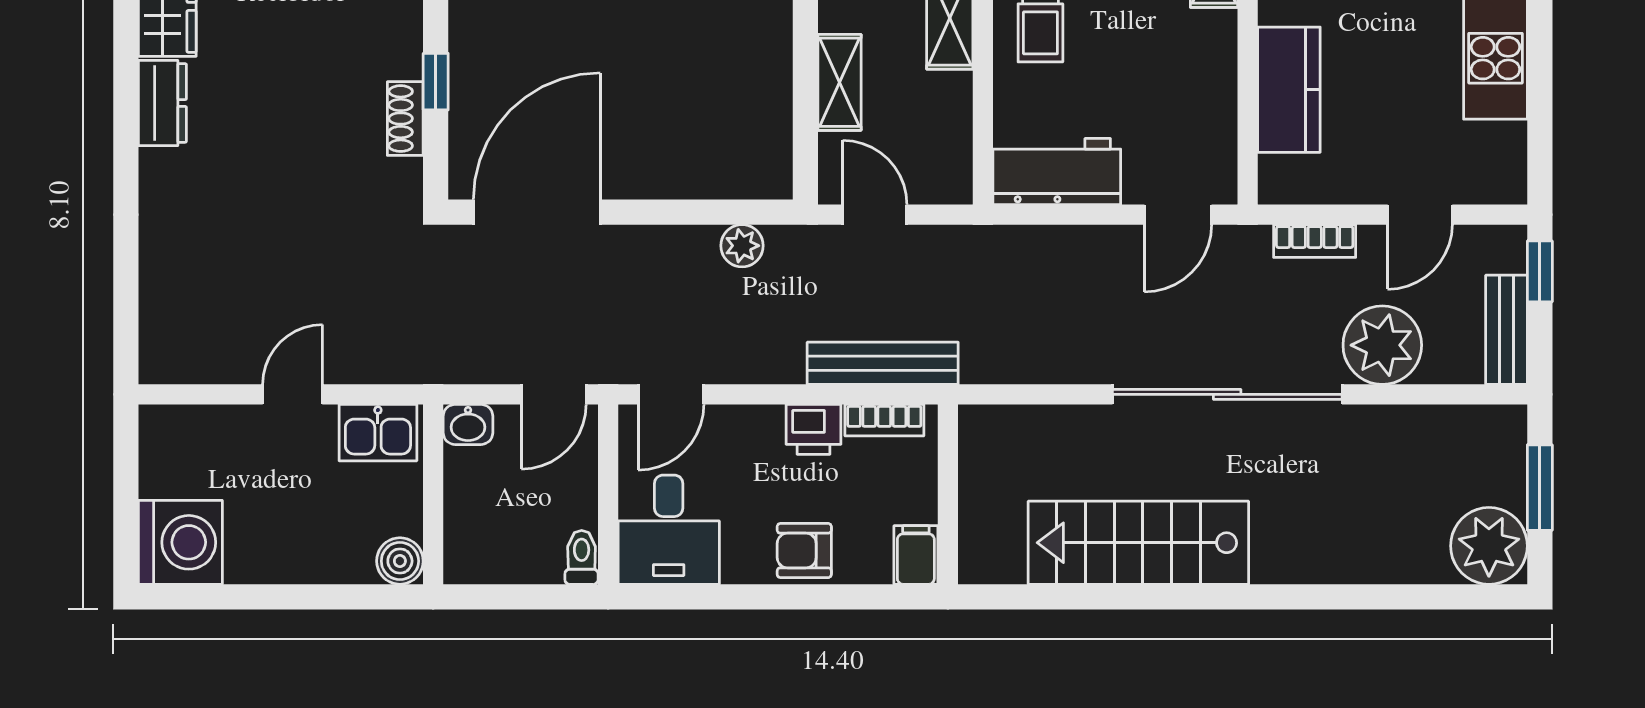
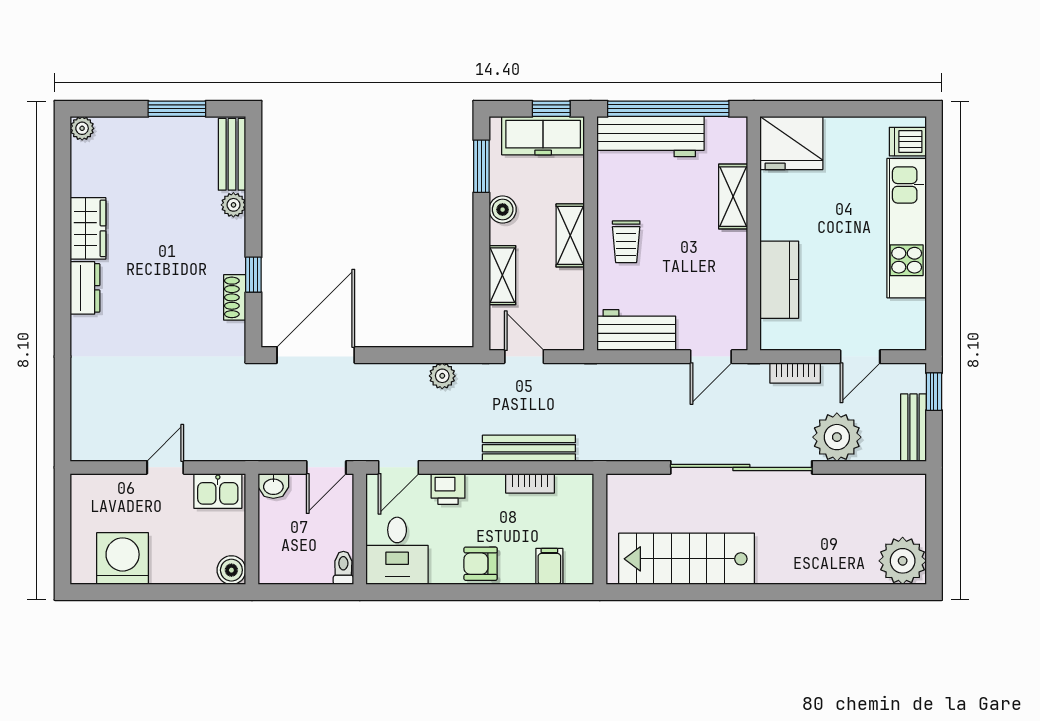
printer: (814, 429) -> (448, 489), moved
window: (1540, 488) -> (934, 525), removed
wall: (948, 494) -> (600, 529), moved
washing machine: (180, 542) -> (123, 559), moved, turned -90

